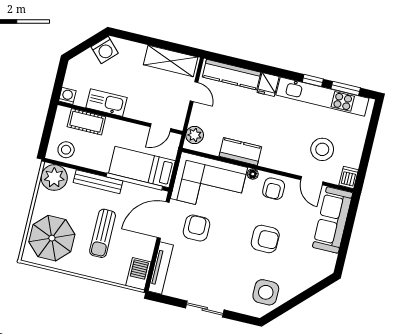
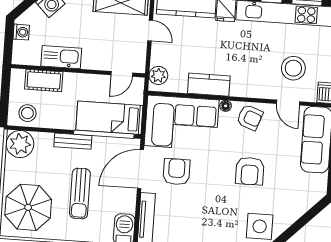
washing machine: (67, 96) -> (21, 32), moved, turned 90
bench: (98, 182) -> (73, 141), width x0.73
armchair: (274, 189) -> (250, 117), turned -70
armchair: (265, 239) -> (250, 171), turned 90

